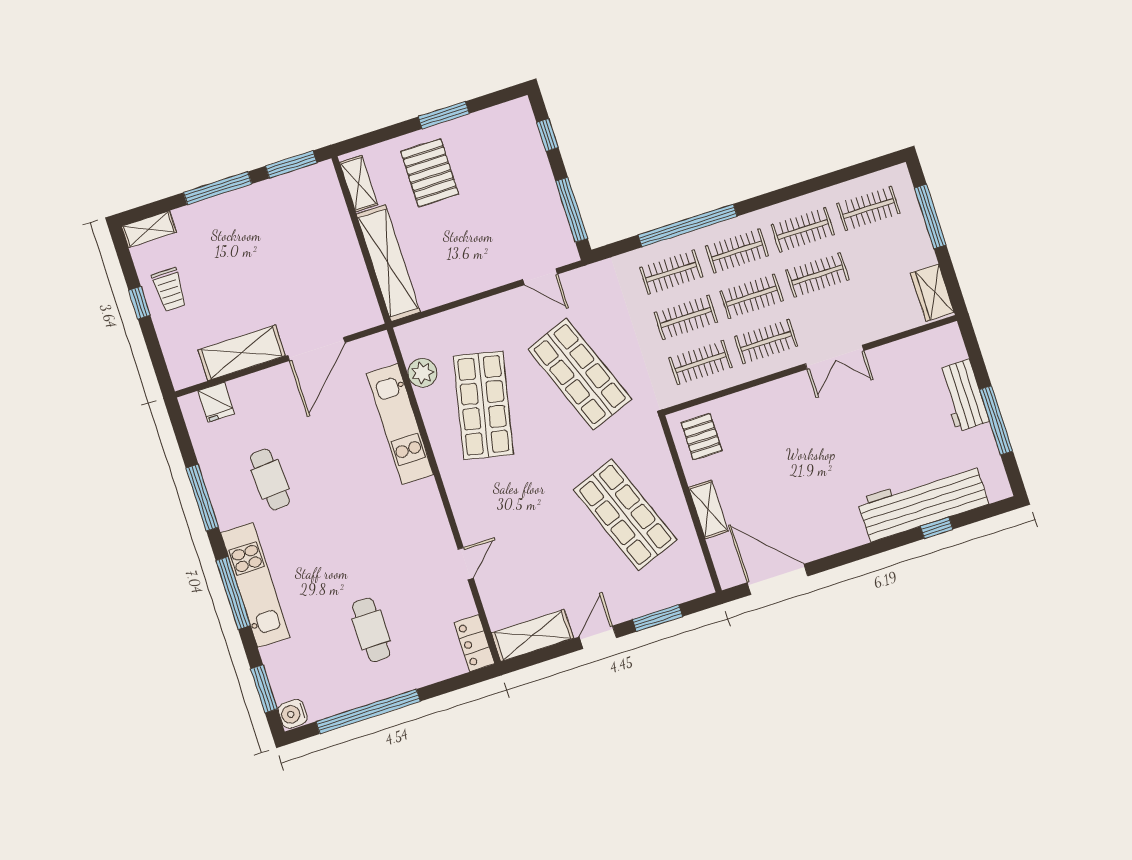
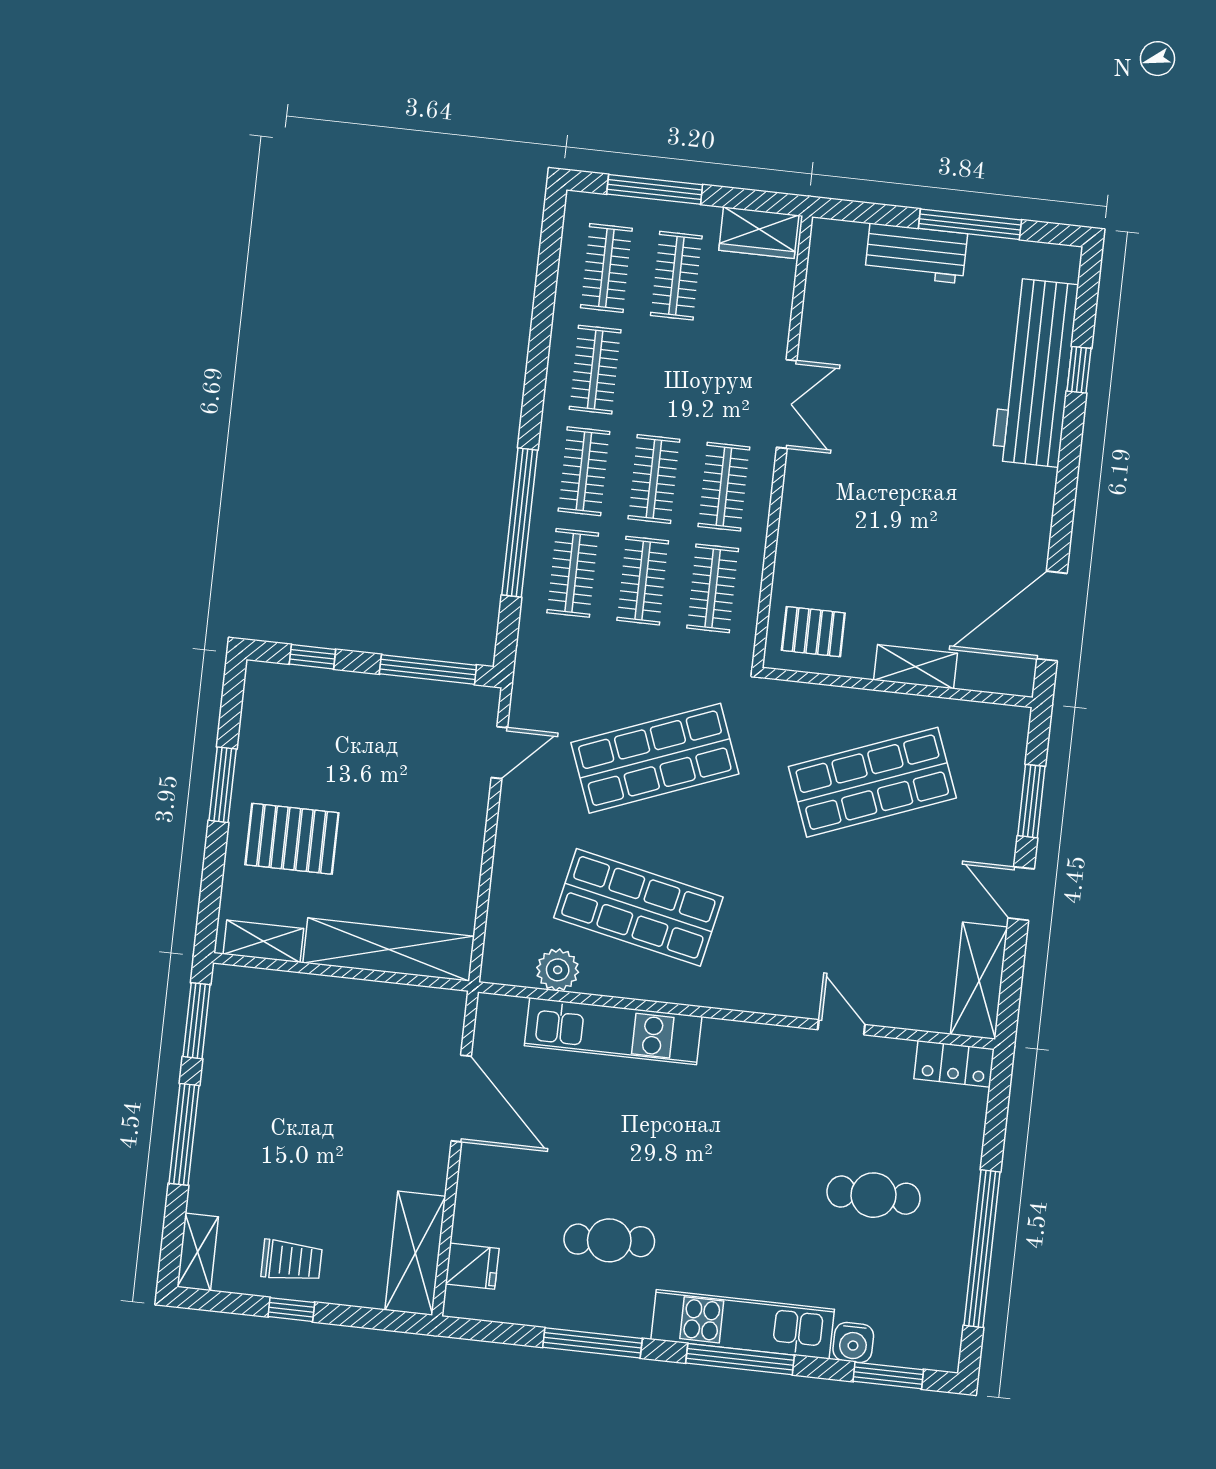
clothes rail: (817, 275) -> (676, 276), moved
shelving: (242, 353) -> (415, 1253), moved
water cooler: (293, 714) -> (853, 1343), moved

